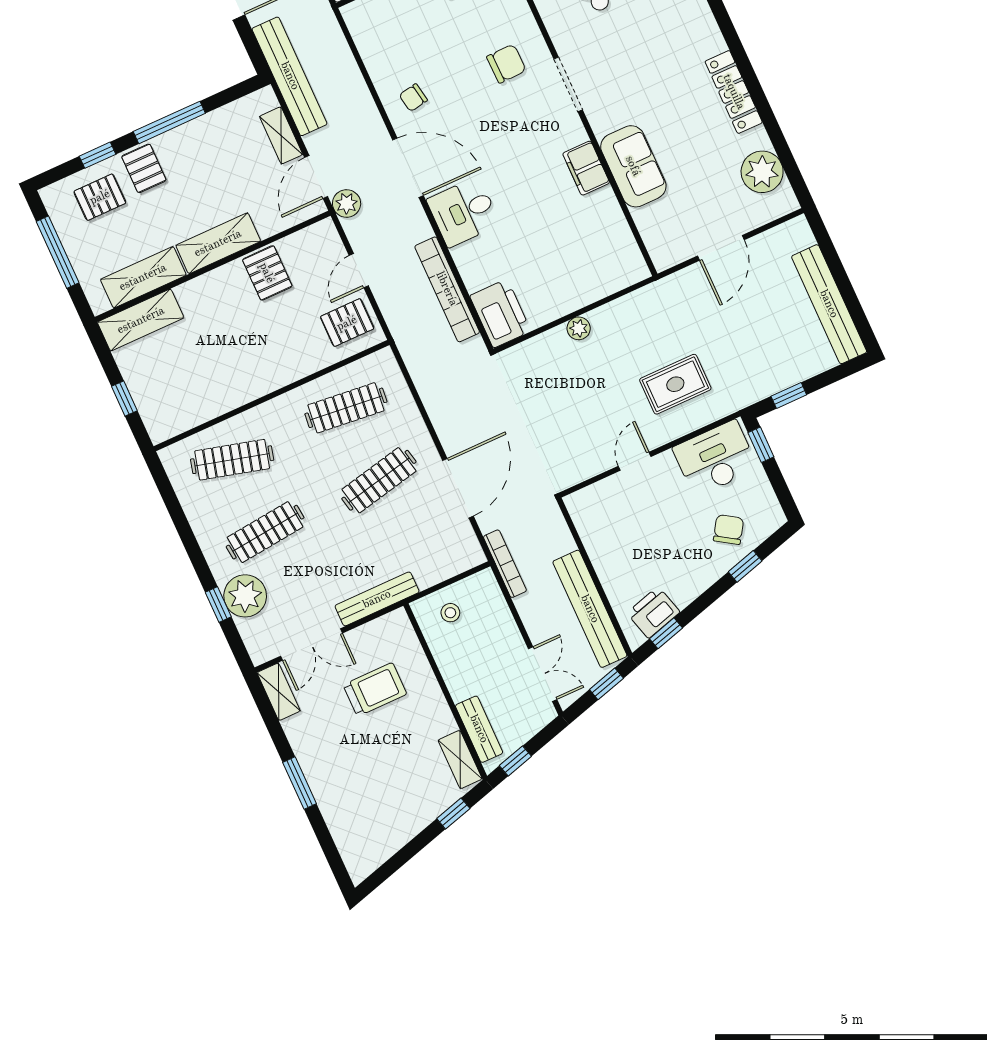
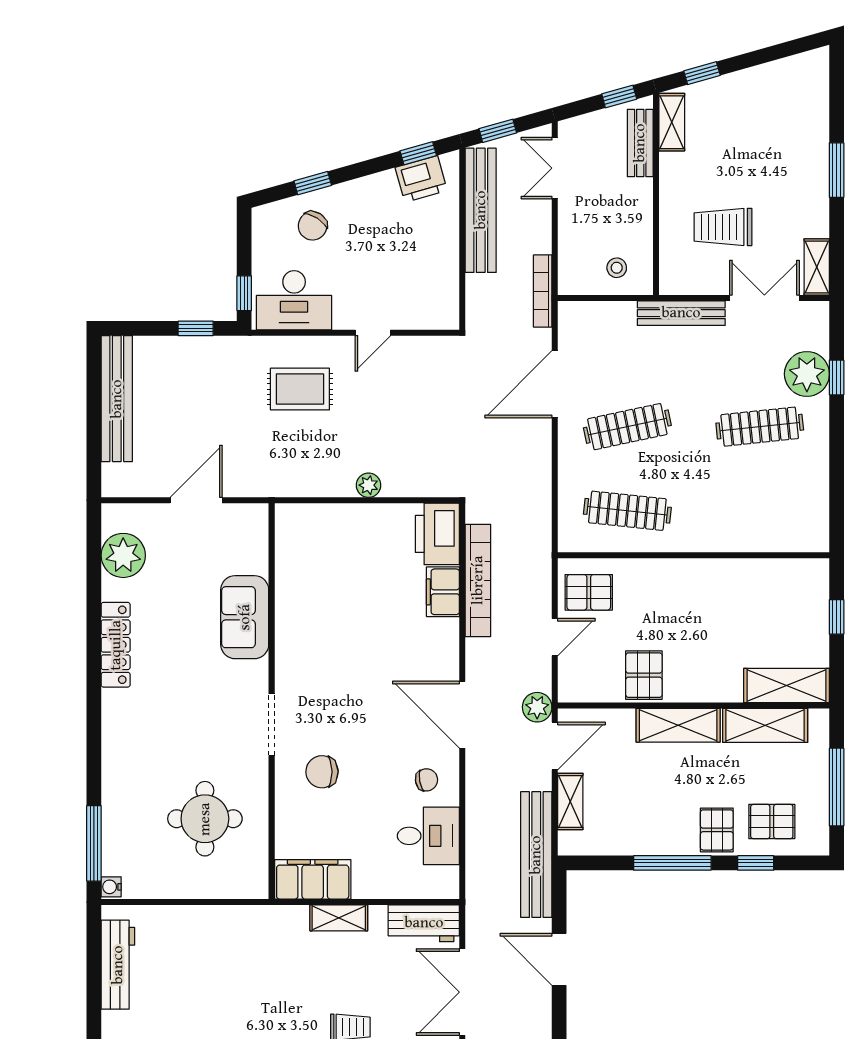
filing cabinet: (586, 168) -> (443, 592), moved, turned 180
desk: (463, 212) -> (428, 836), moved
clothes rail: (232, 460) -> (760, 511), removed

